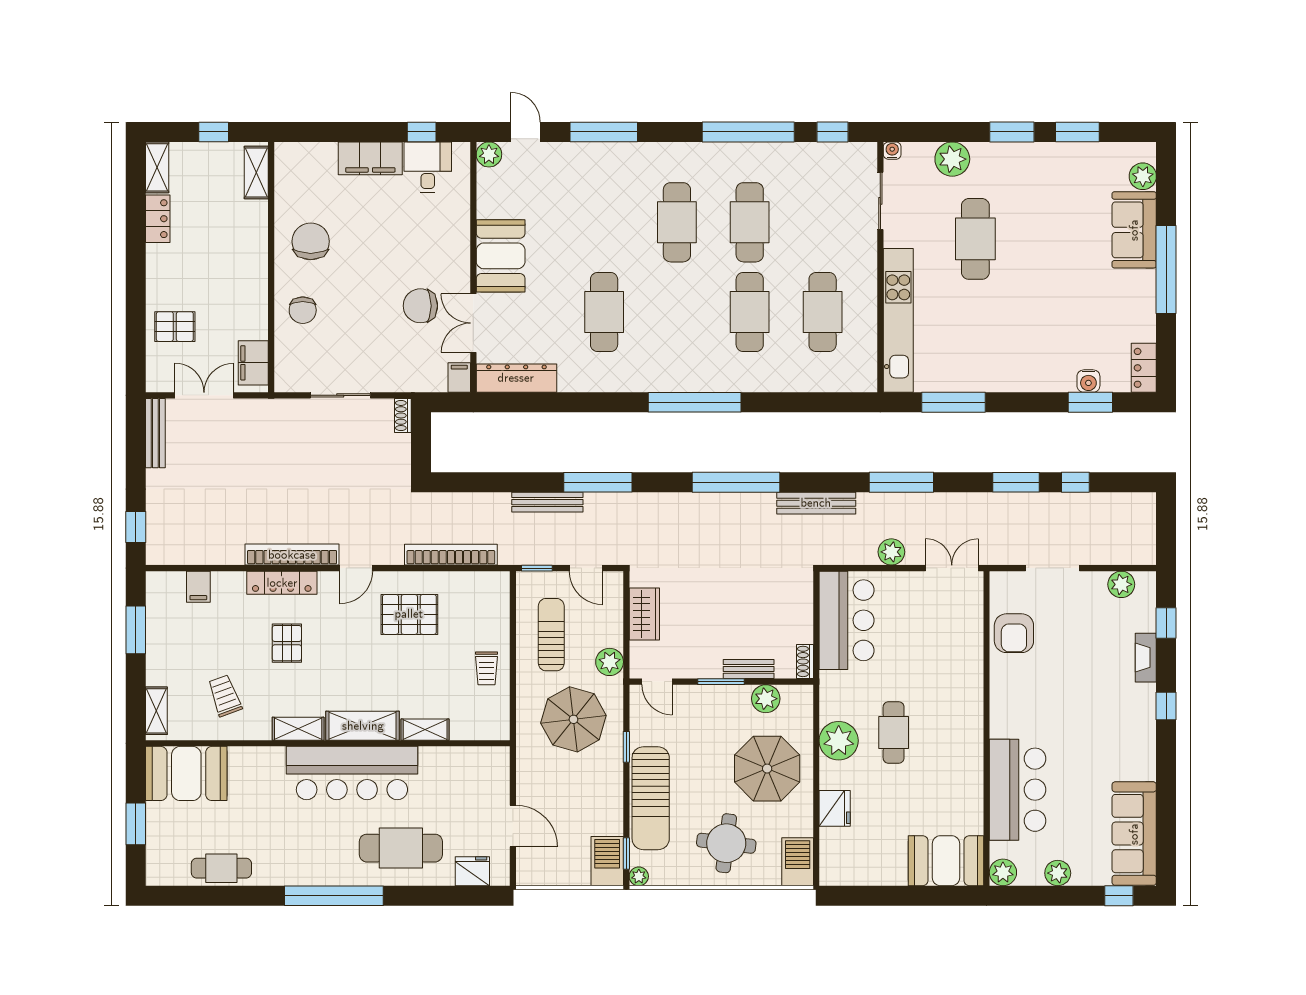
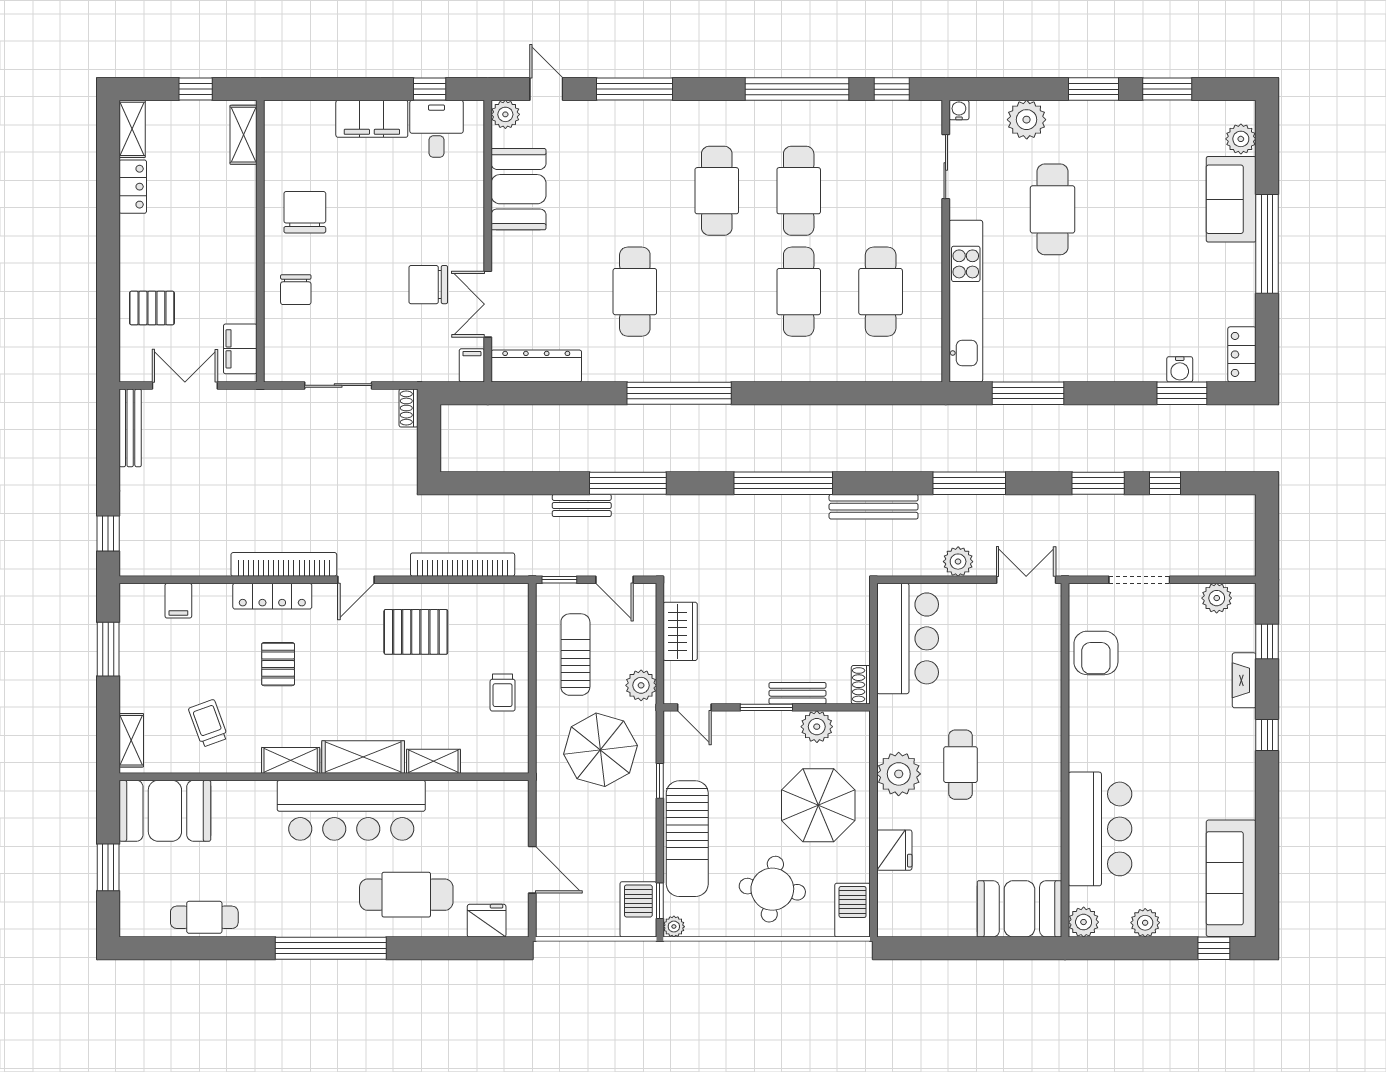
booth: (501, 256) -> (518, 189), moved
window: (695, 402) -> (679, 393), moved
bench: (547, 502) -> (582, 505), width x0.73

